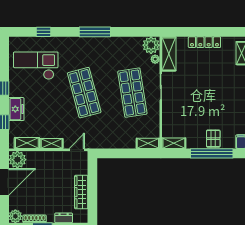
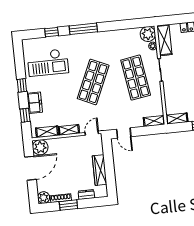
window: (95, 32) -> (83, 29), moved
checkout: (36, 66) -> (48, 63), turned 180
shop shelf: (84, 93) -> (93, 82), turned 39
door: (113, 153) -> (124, 133), added

